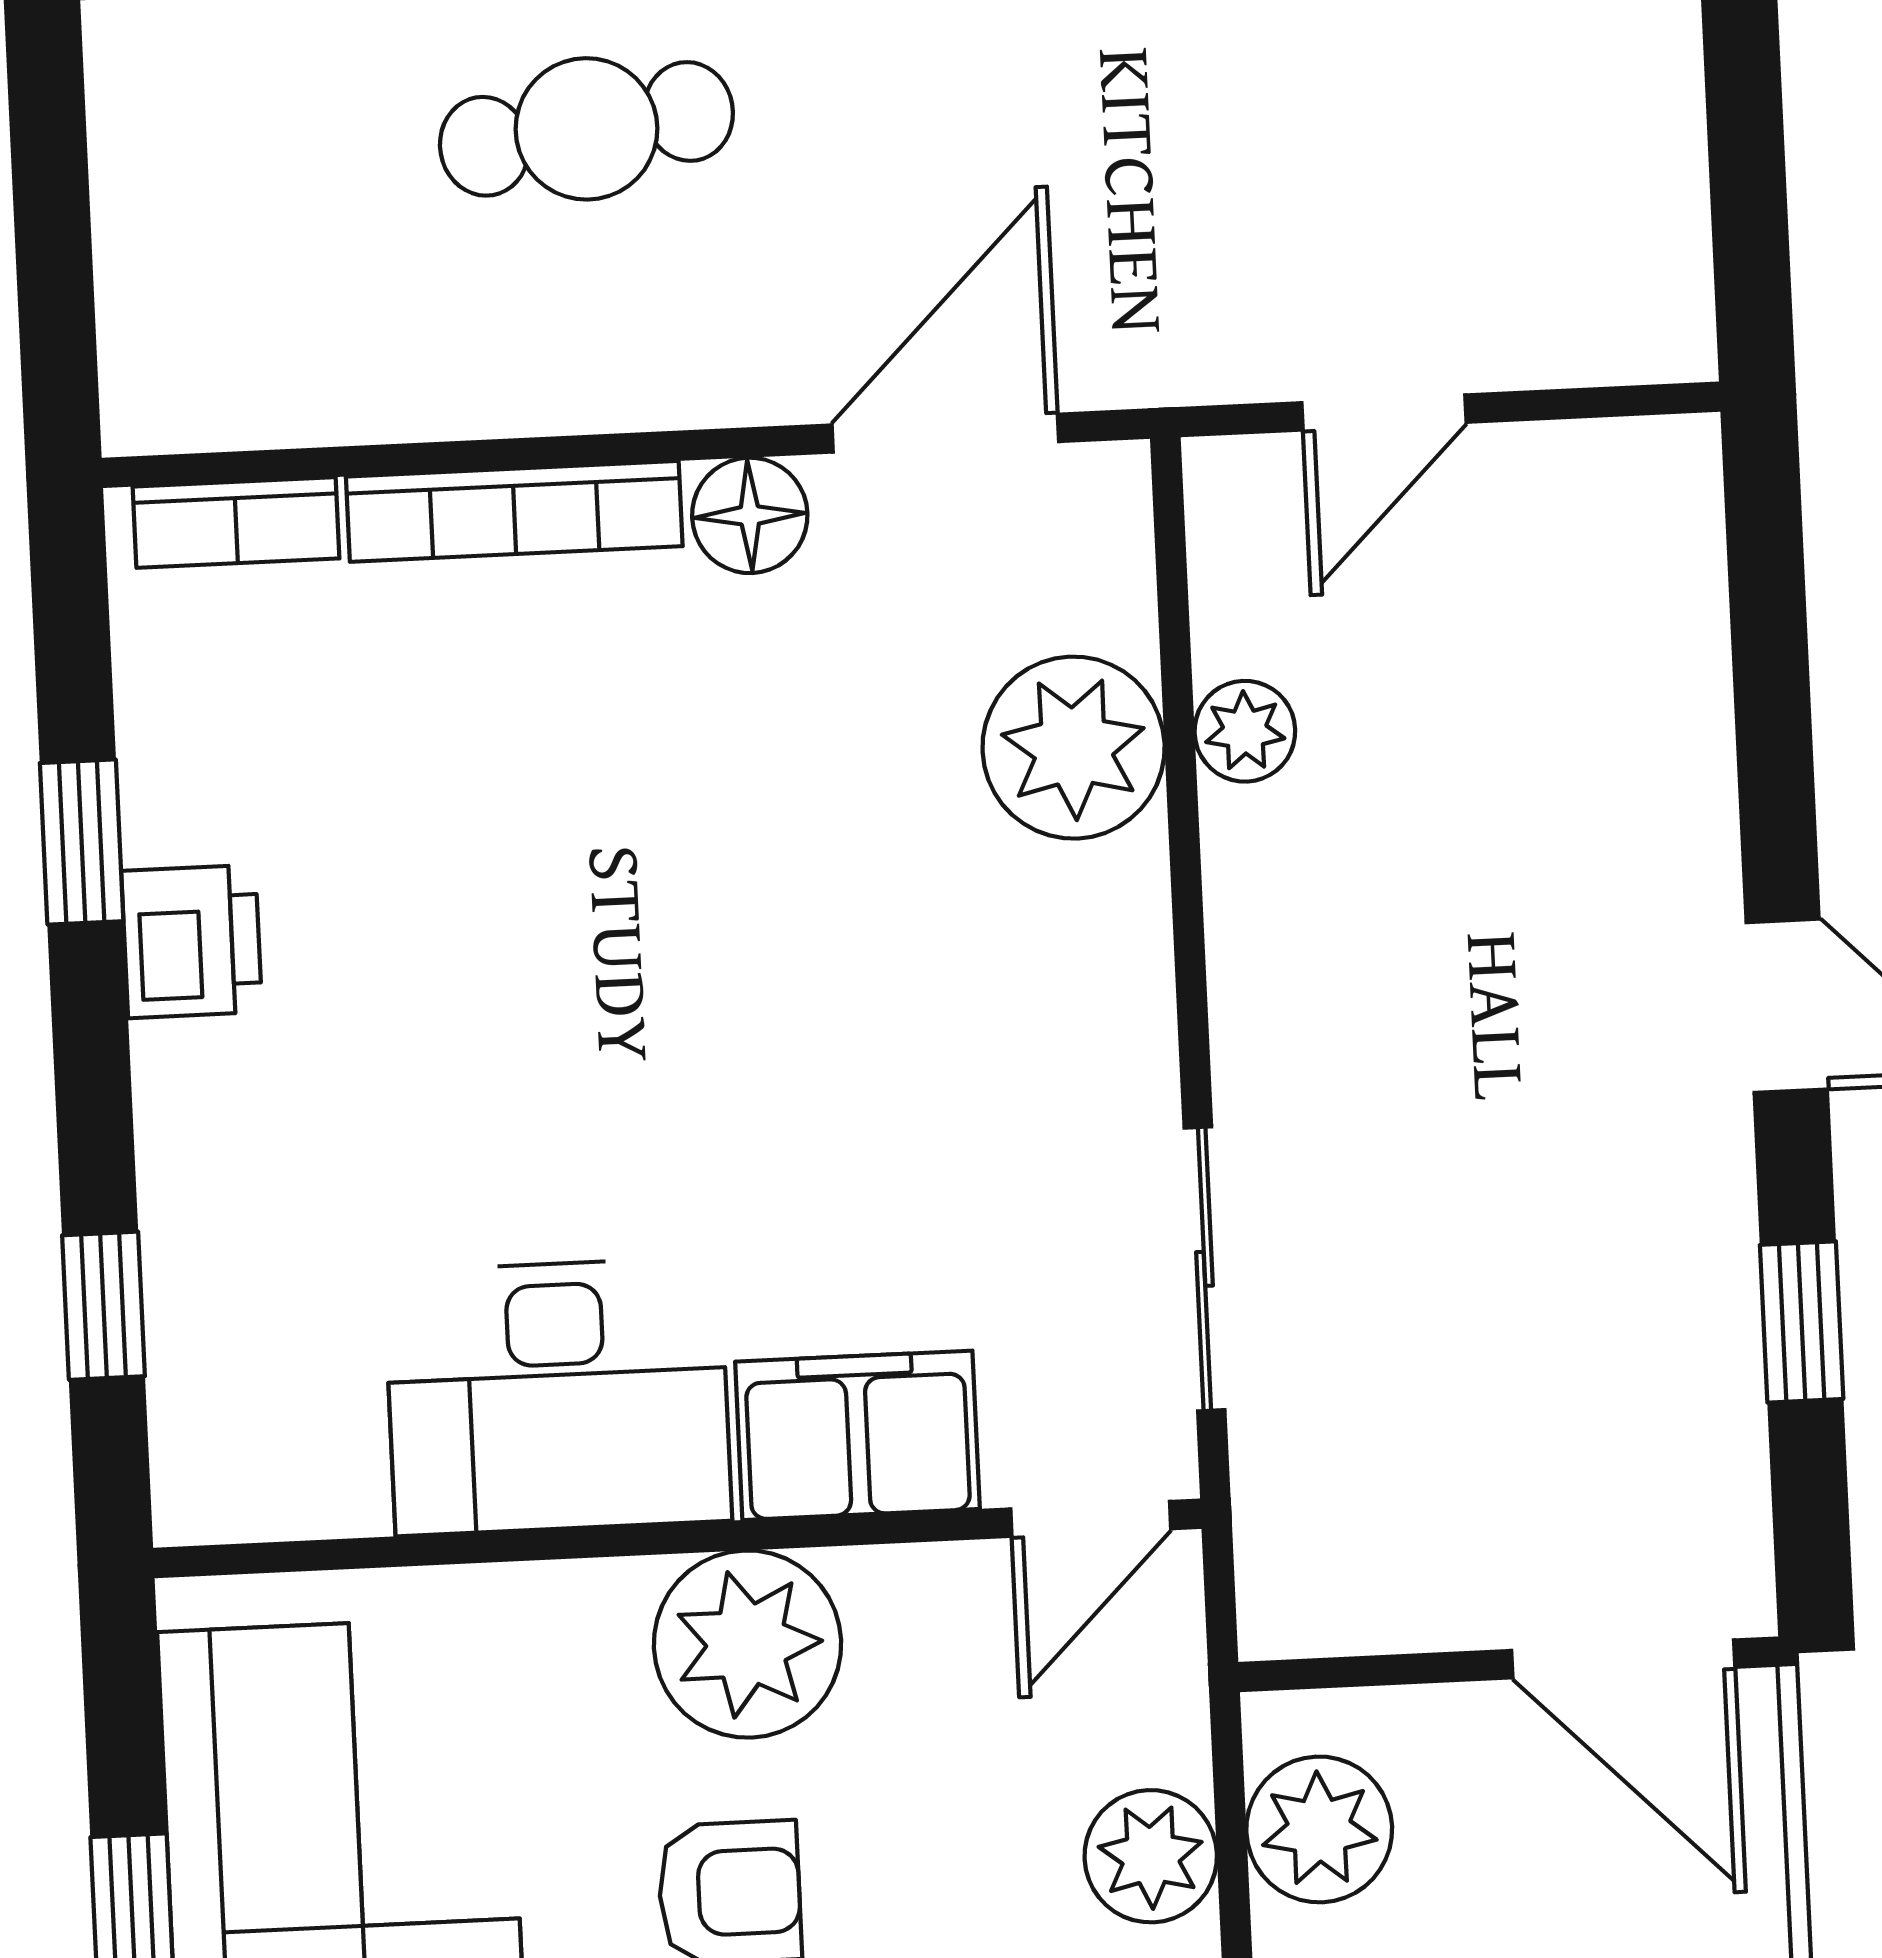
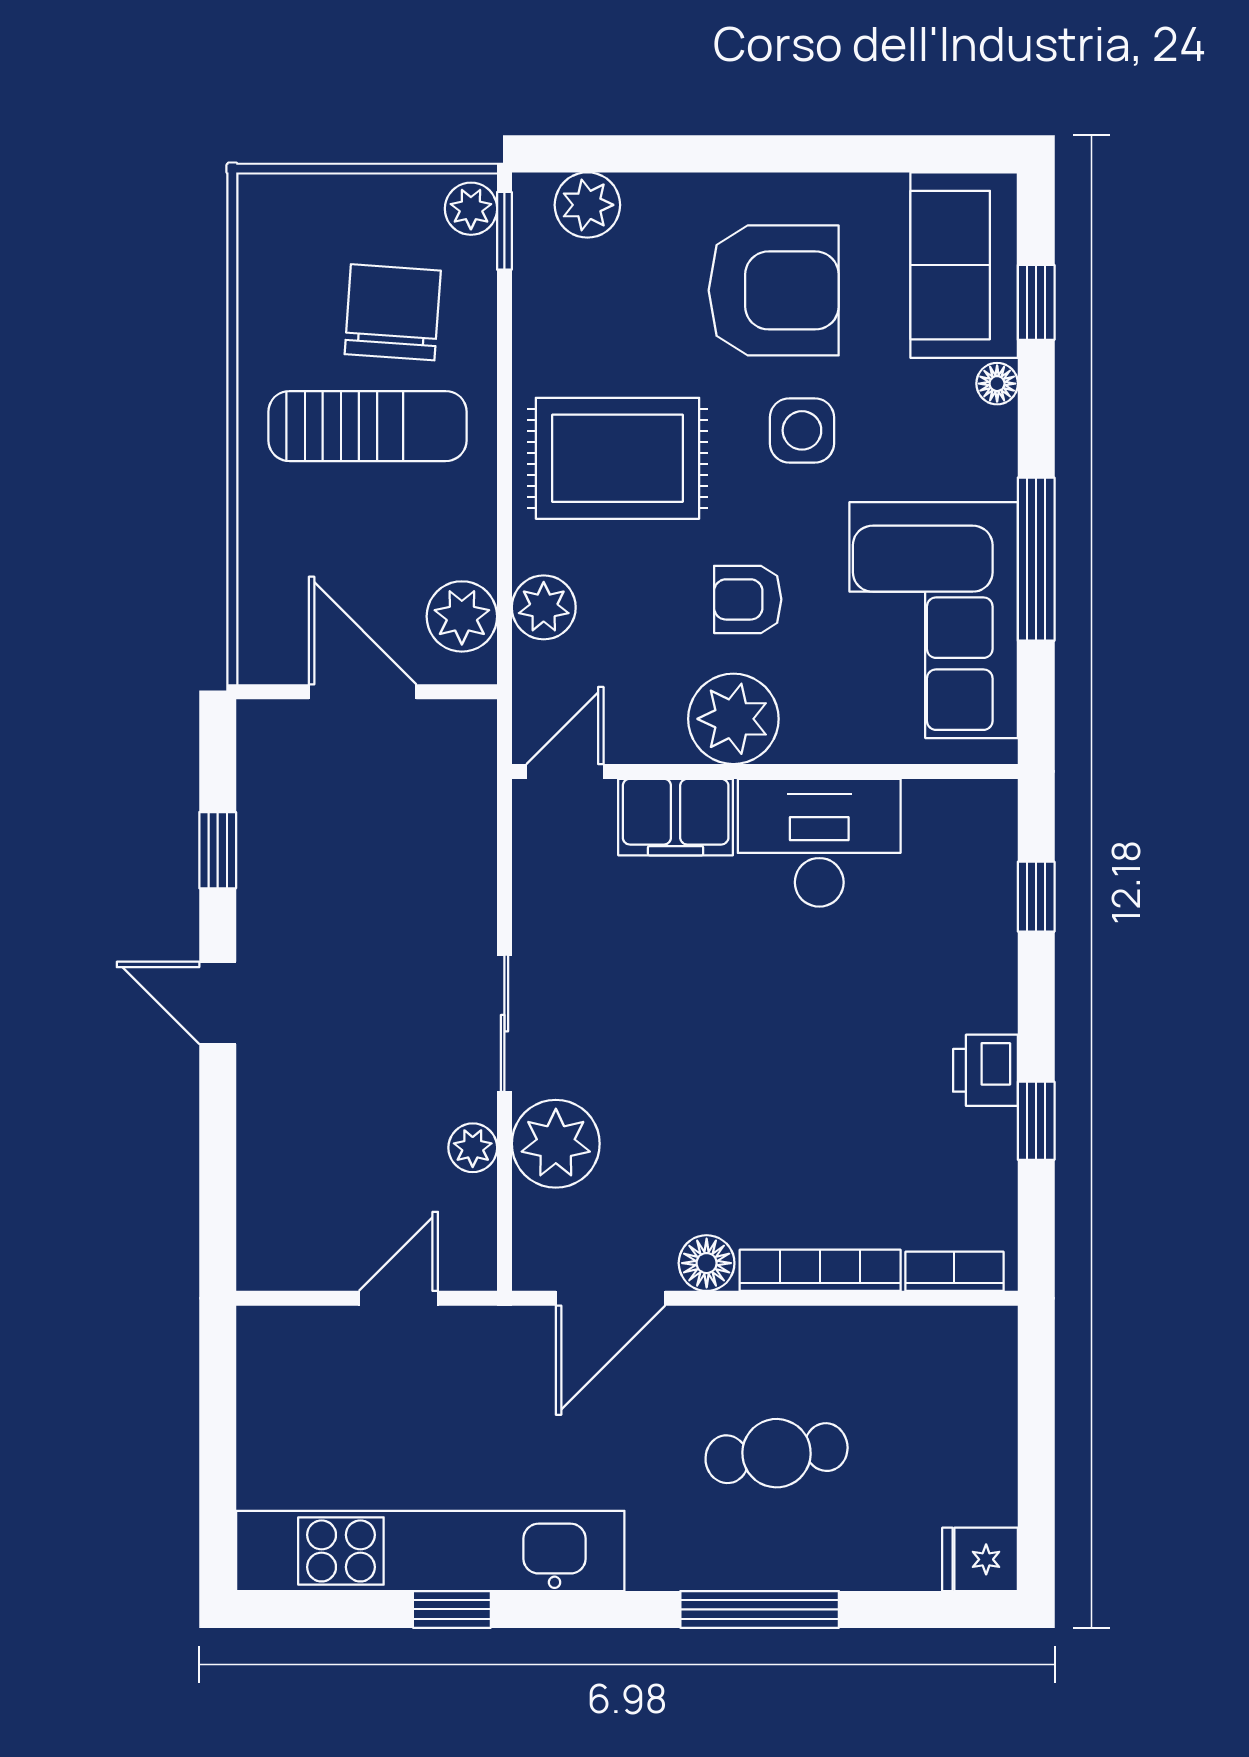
sliding door: (1205, 1269) -> (504, 1023), moved
door: (1623, 1659) -> (363, 692), moved

